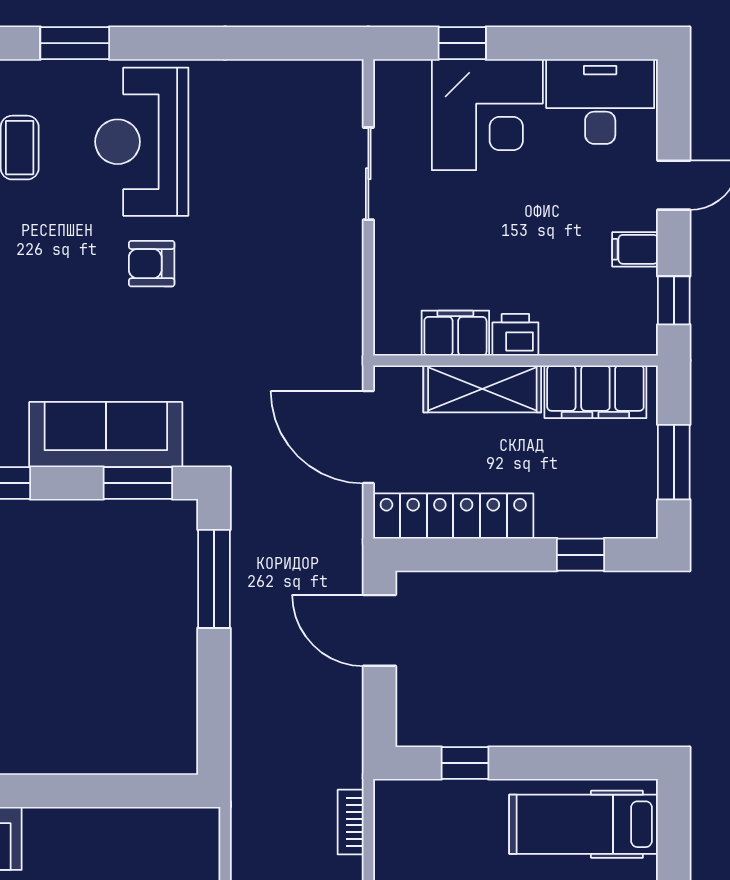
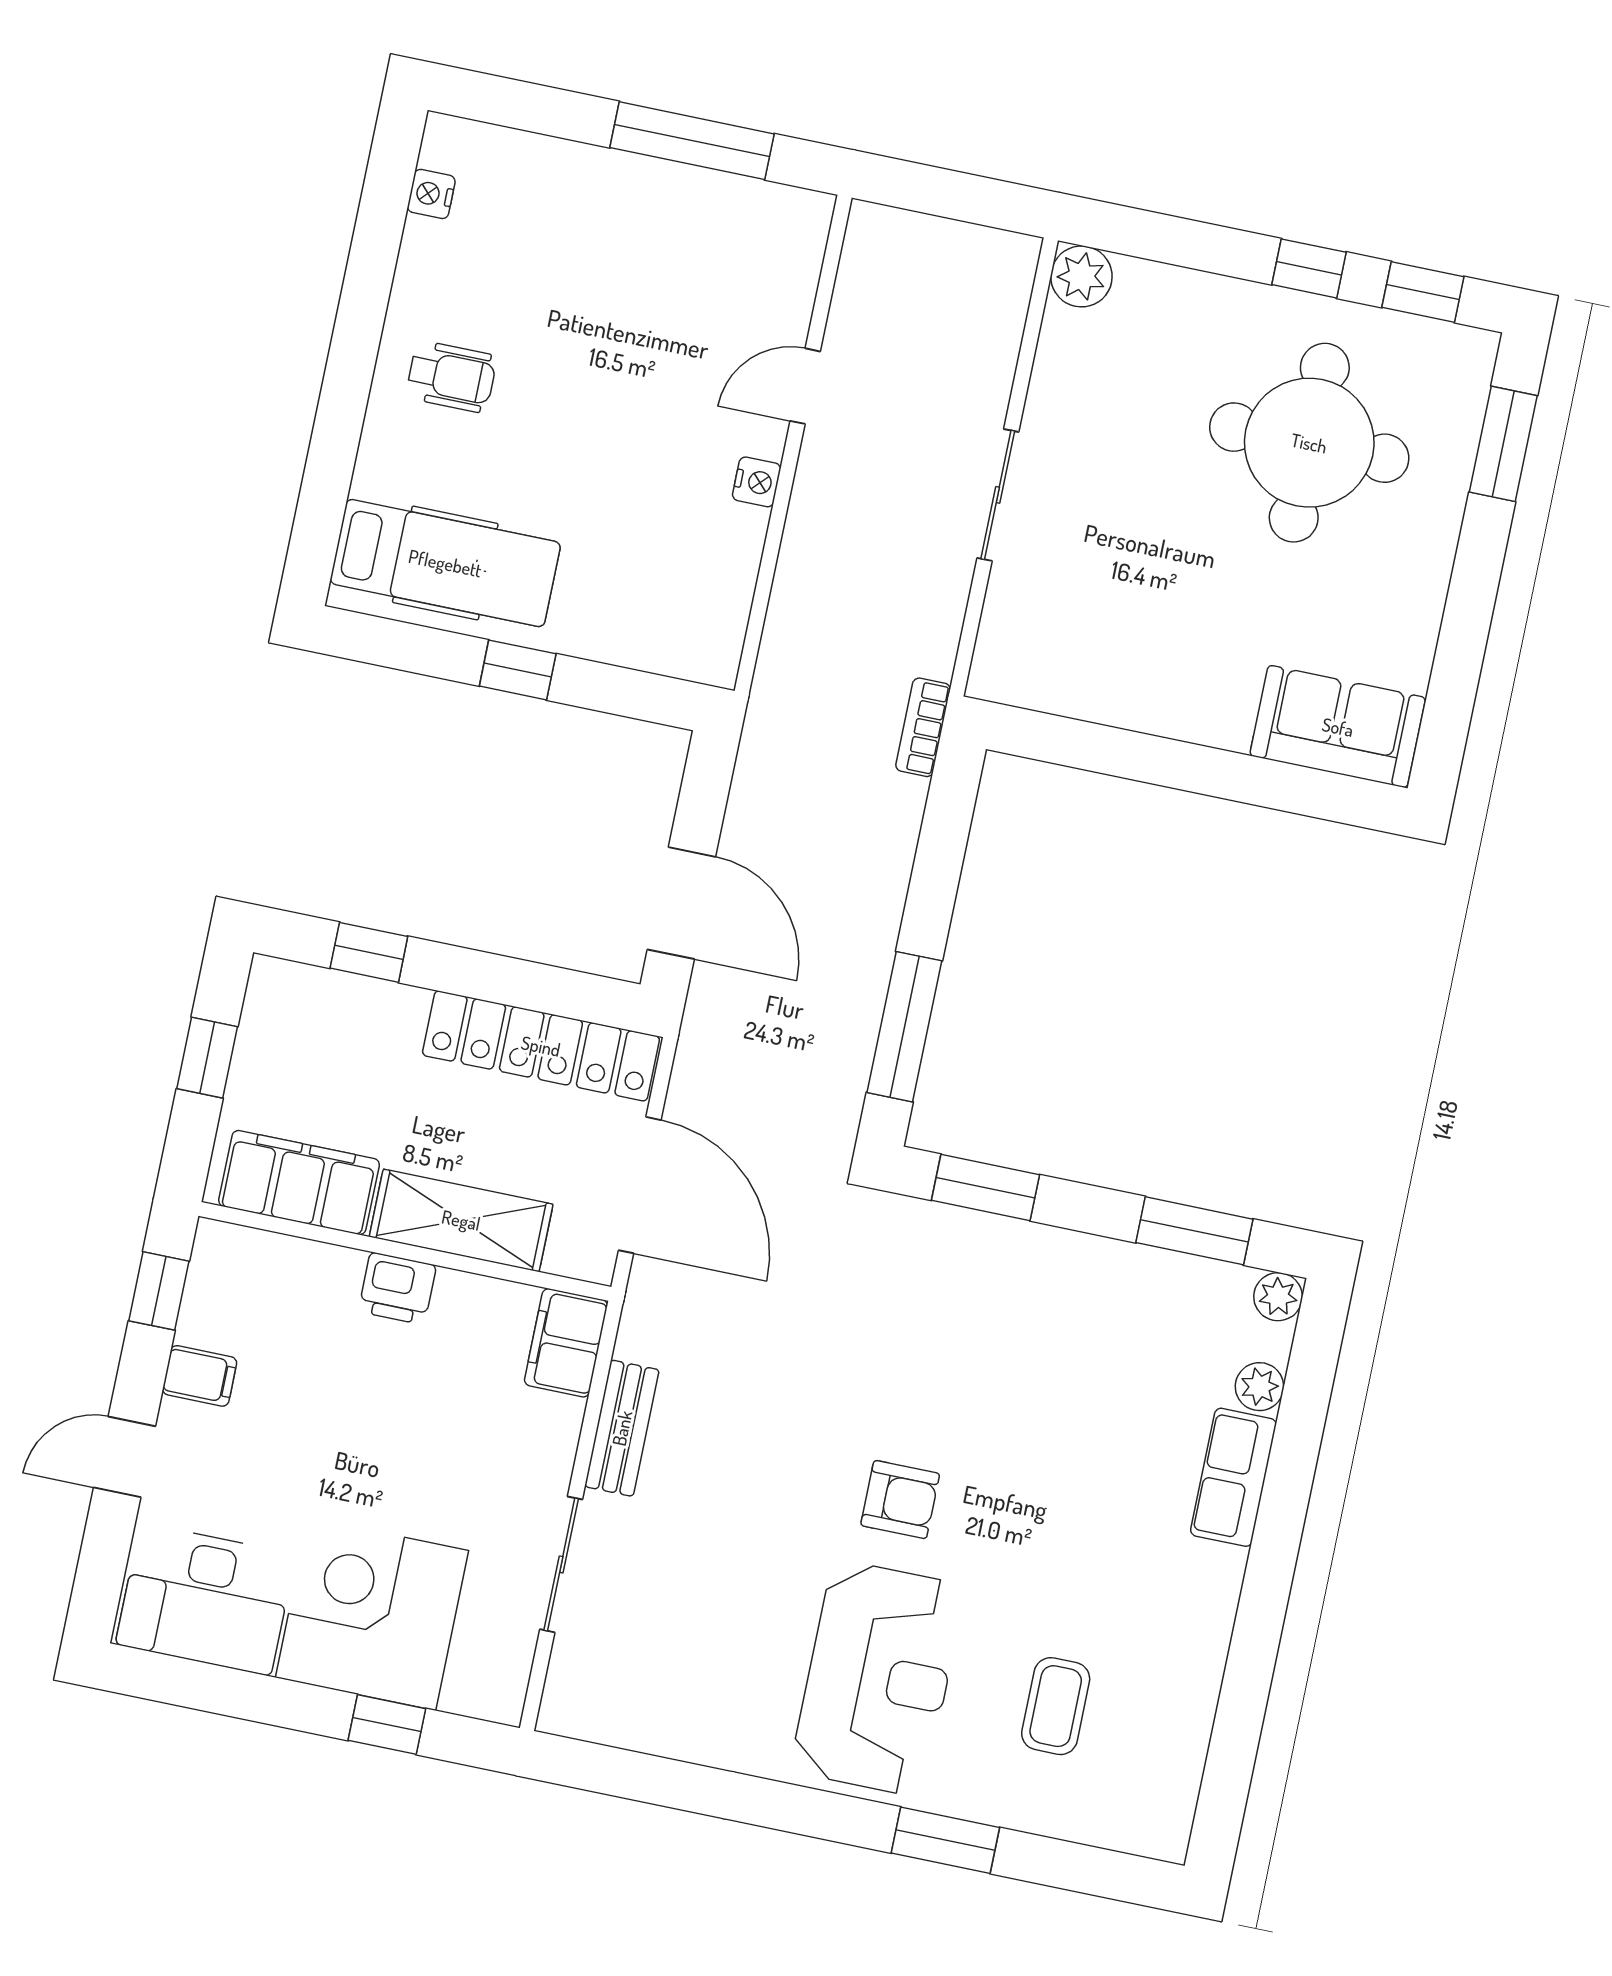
bench: (347, 273) -> (622, 1428), added
filing cabinet: (455, 333) -> (566, 1343), moved, turned 90
sofa: (106, 435) -> (1017, 1267), removed
window: (674, 462) -> (207, 1058), width x0.67
window: (465, 763) -> (518, 670), moved
bookcase: (351, 822) -> (923, 727), moved, turned 180

